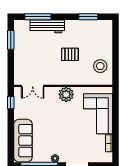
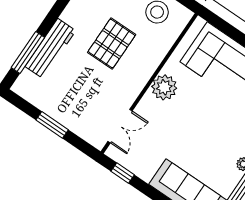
window: (11, 40) -> (52, 125), moved
pallet: (70, 54) -> (112, 43), width x1.50, depth x1.42

